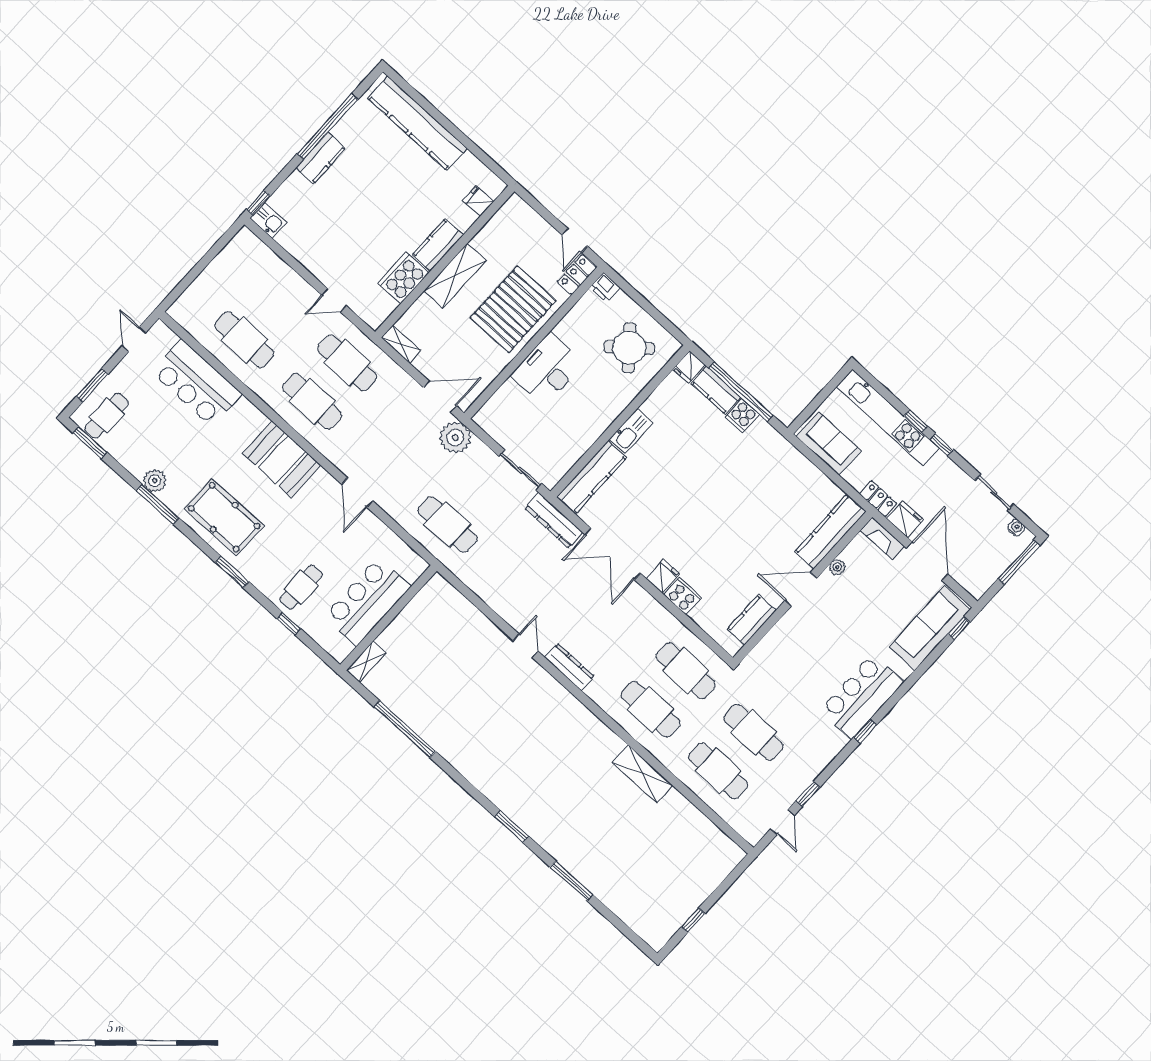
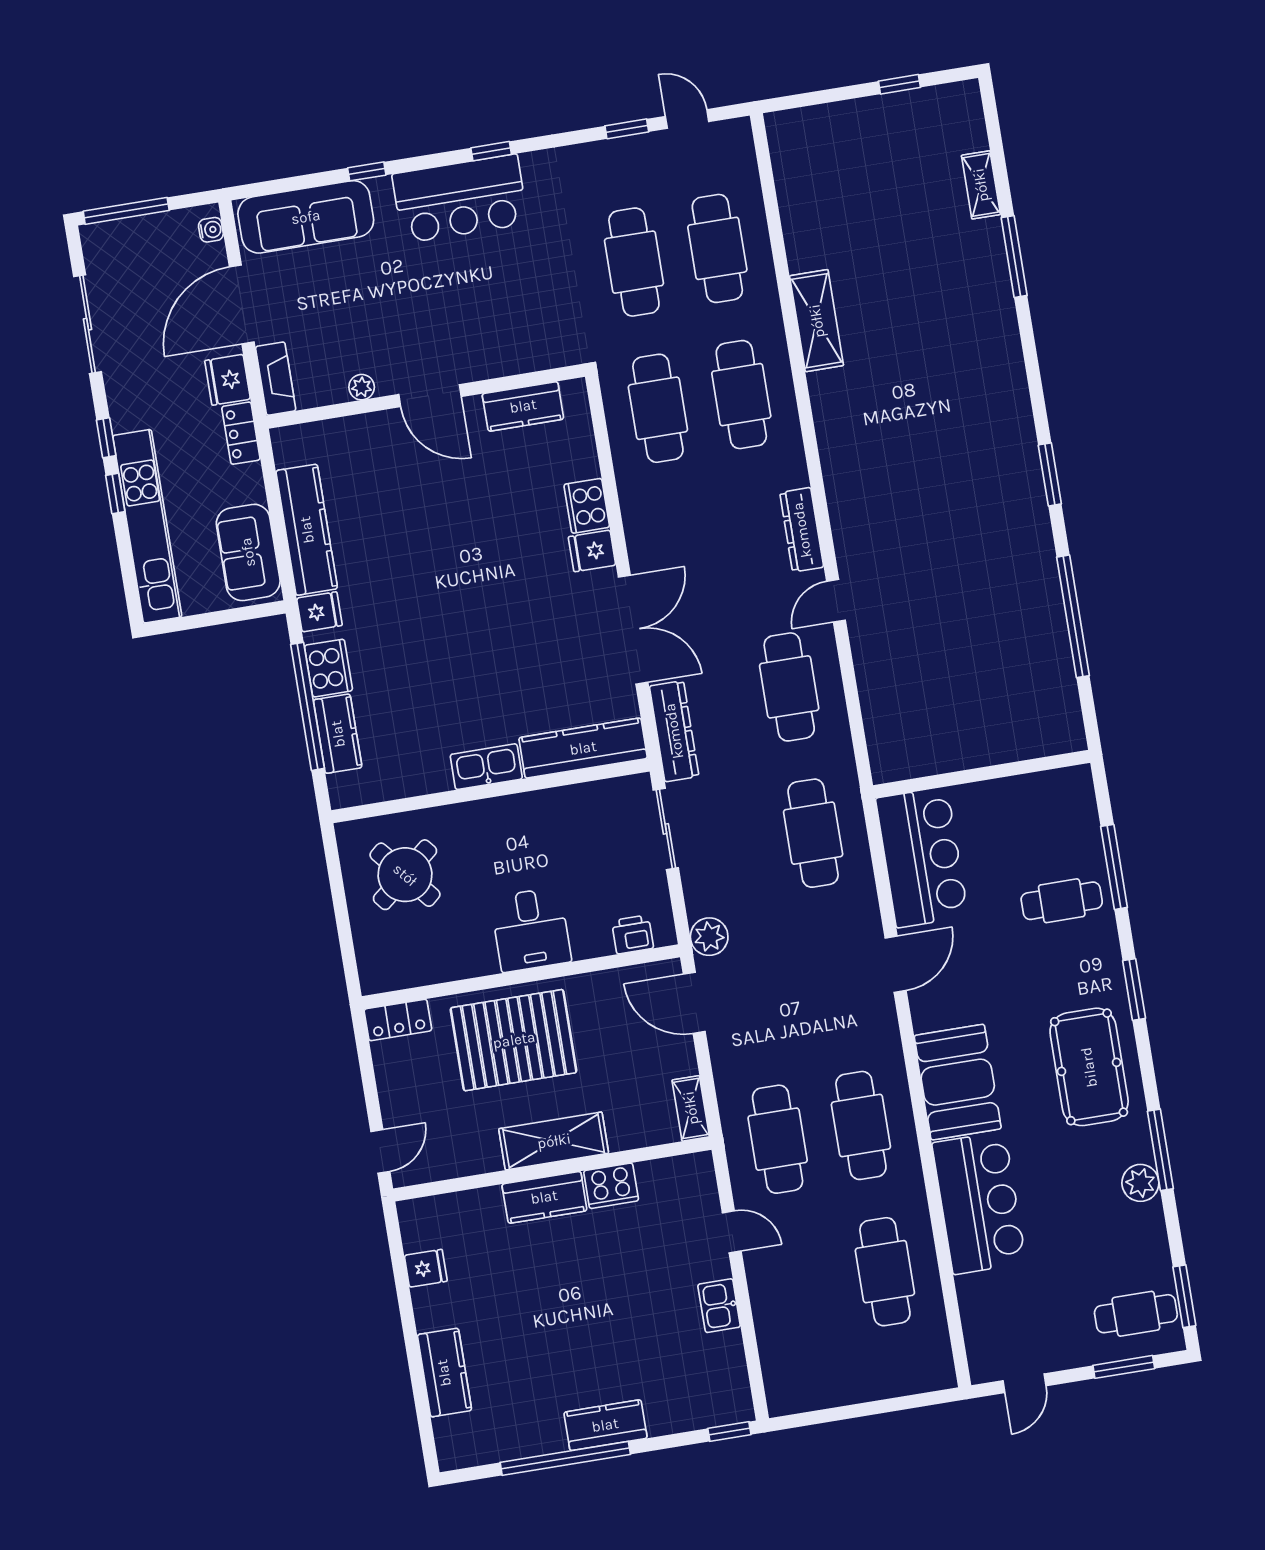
kitchen counter: (417, 123) -> (444, 1373), width x0.48, depth x0.86
fridge: (478, 201) -> (426, 1268), moved, turned -90
kitchen sink: (268, 220) -> (719, 1306), moved
door: (575, 240) -> (380, 1151), moved
cooker: (403, 278) -> (611, 1186), width x0.73, depth x0.76
printer: (605, 288) -> (633, 934), moved, turned -90
fridge: (689, 367) -> (319, 612), moved
desk: (547, 369) -> (531, 930), width x0.73
bar counter: (197, 383) -> (979, 1203), moved
cooker: (742, 415) -> (328, 668), width x1.36
plant: (455, 438) -> (709, 937), width x0.73, depth x0.73
sliding door: (994, 492) -> (88, 324), width x1.37
water cooler: (1016, 528) -> (211, 230), moved, turned 180
kitchen counter: (830, 532) -> (307, 530), moved, turned -90
cafe table: (515, 586) -> (789, 687), added
bar counter: (367, 601) -> (922, 857), moved, turned -90
window: (289, 624) -> (1114, 867), width x2.17
window: (959, 628) -> (367, 171), moved
shelving: (366, 662) -> (981, 185), moved, turned 90
door: (783, 822) -> (687, 119), hinge flipped
window: (512, 826) -> (1050, 474), moved

